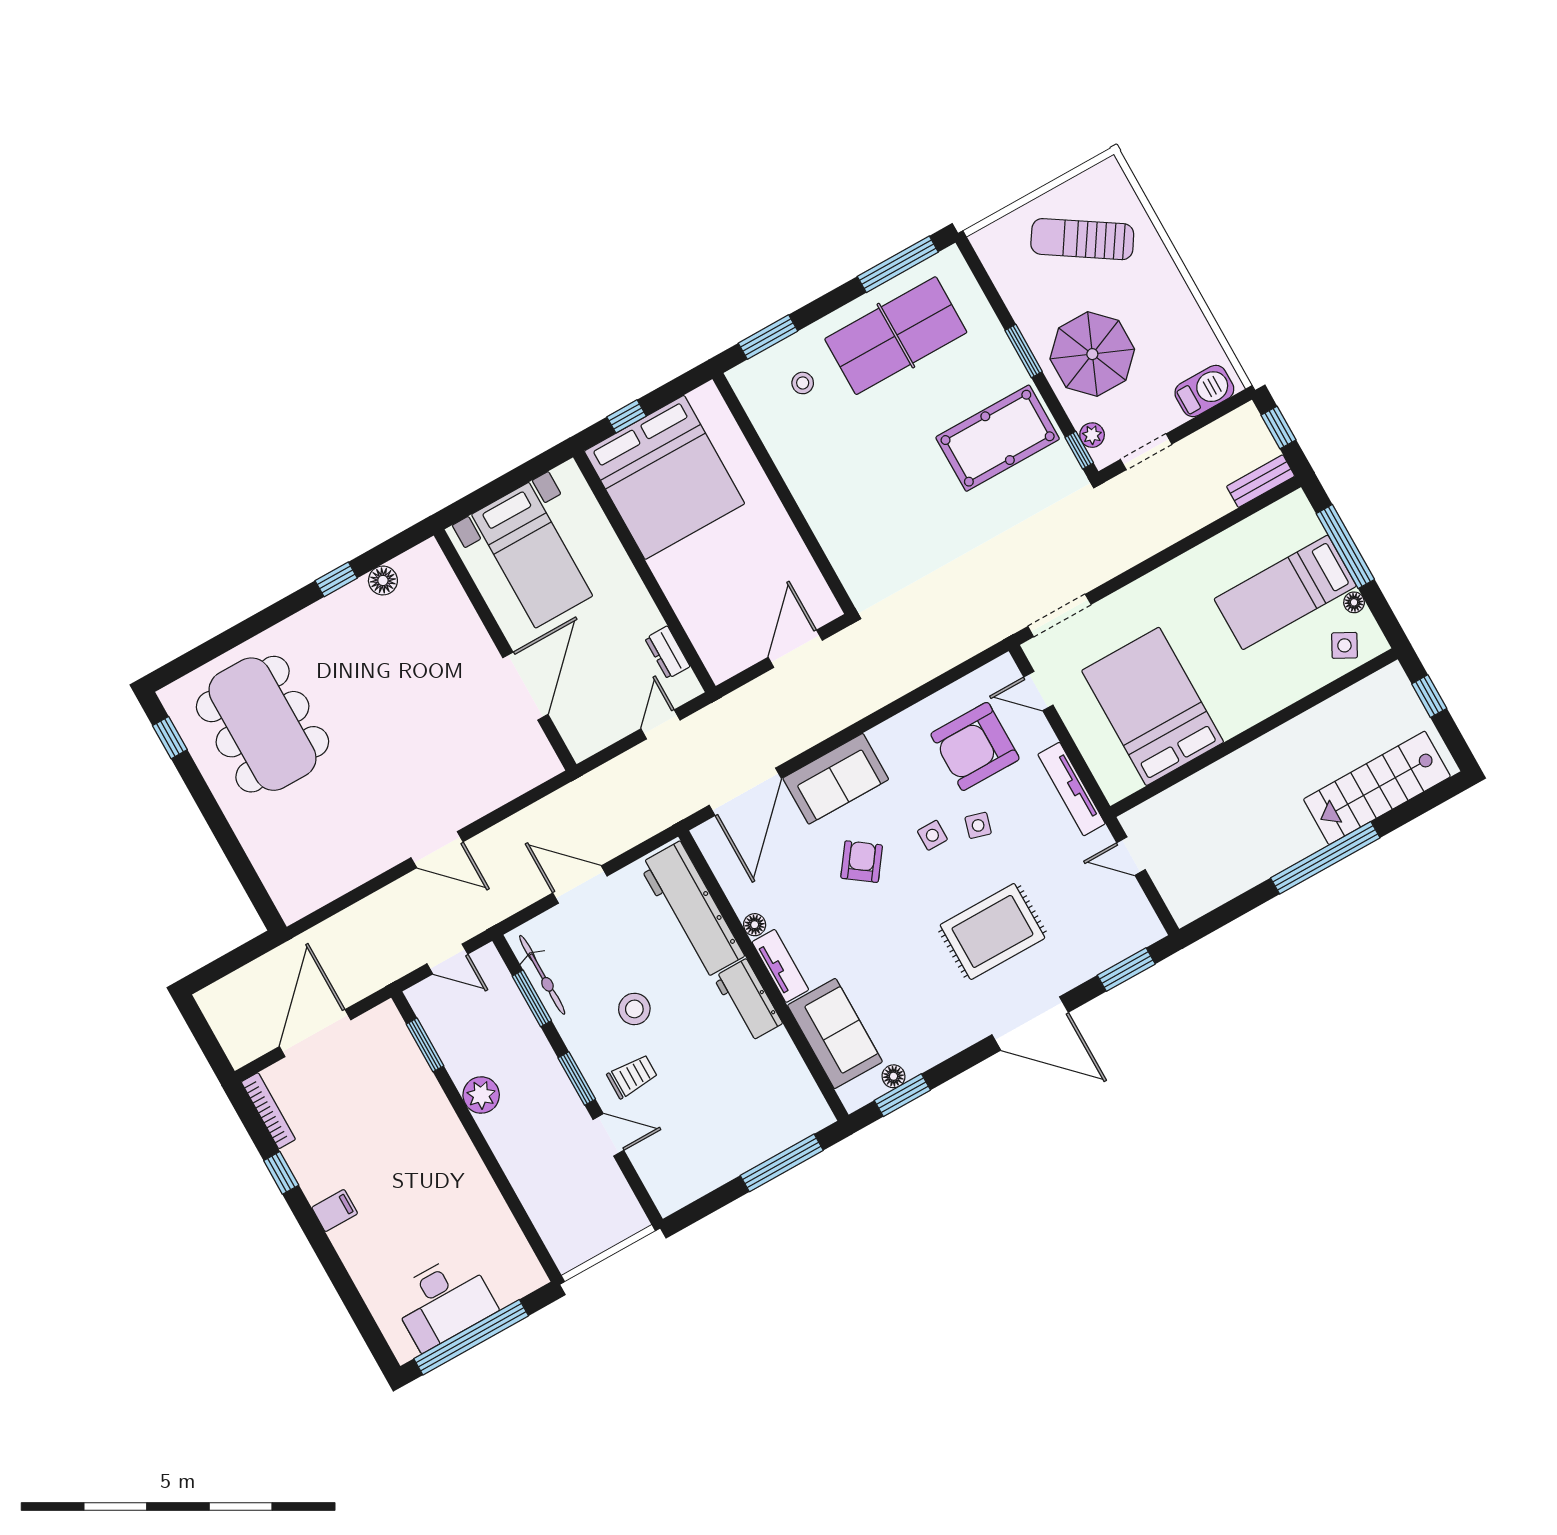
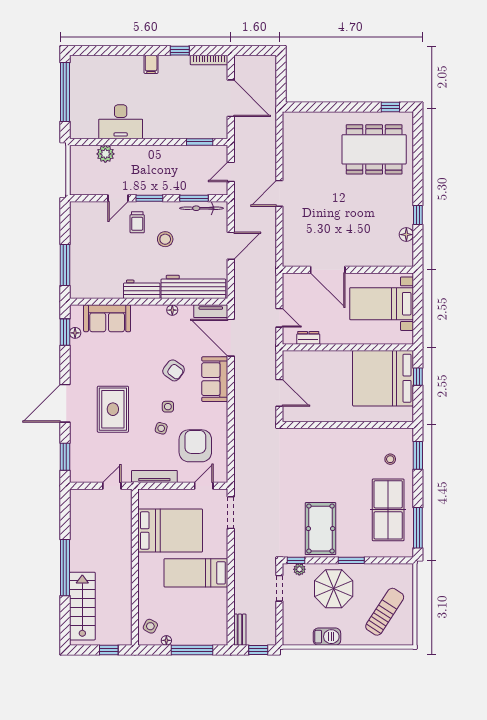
barbecue: (1204, 391) -> (327, 637), moved, turned -90
bed: (1285, 592) -> (196, 573), moved, turned -90
tv unit: (780, 966) -> (211, 311), moved
plant: (481, 1095) -> (105, 154), moved
desk: (443, 1301) -> (121, 122), moved, turned -90

